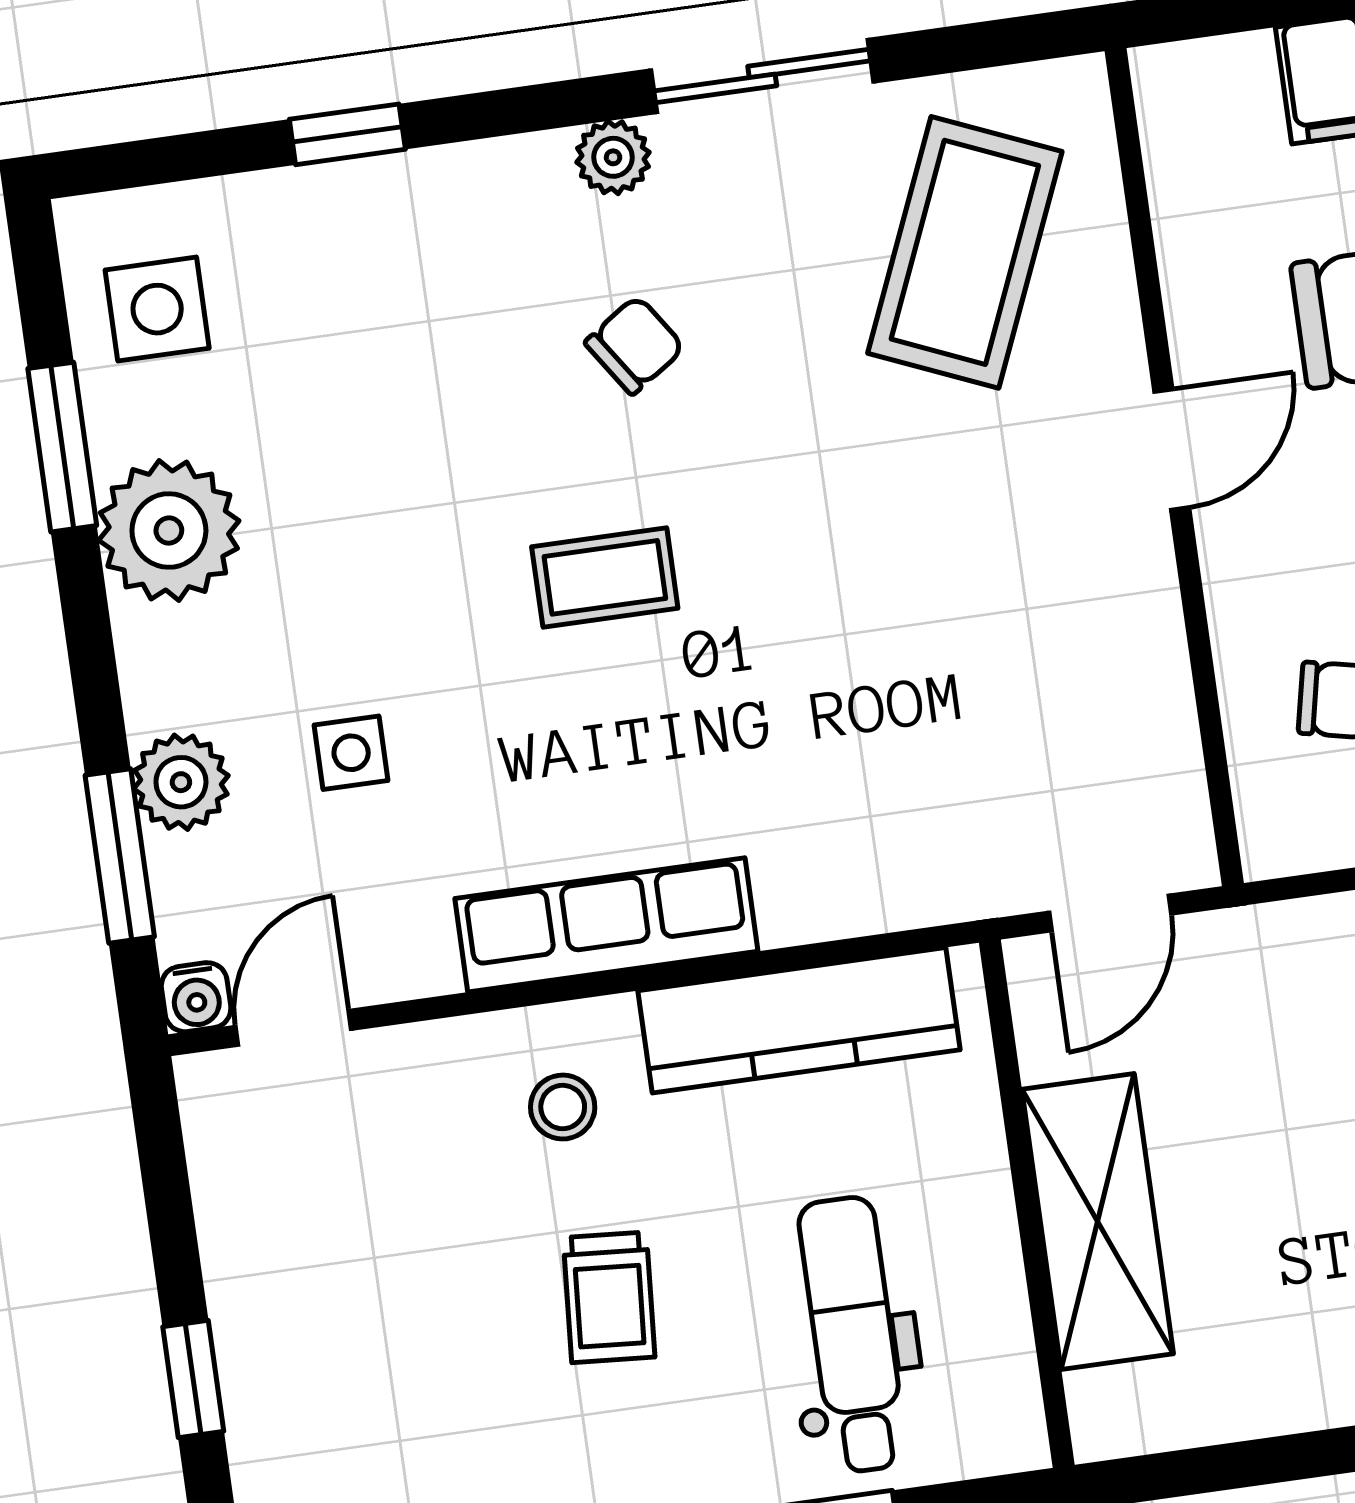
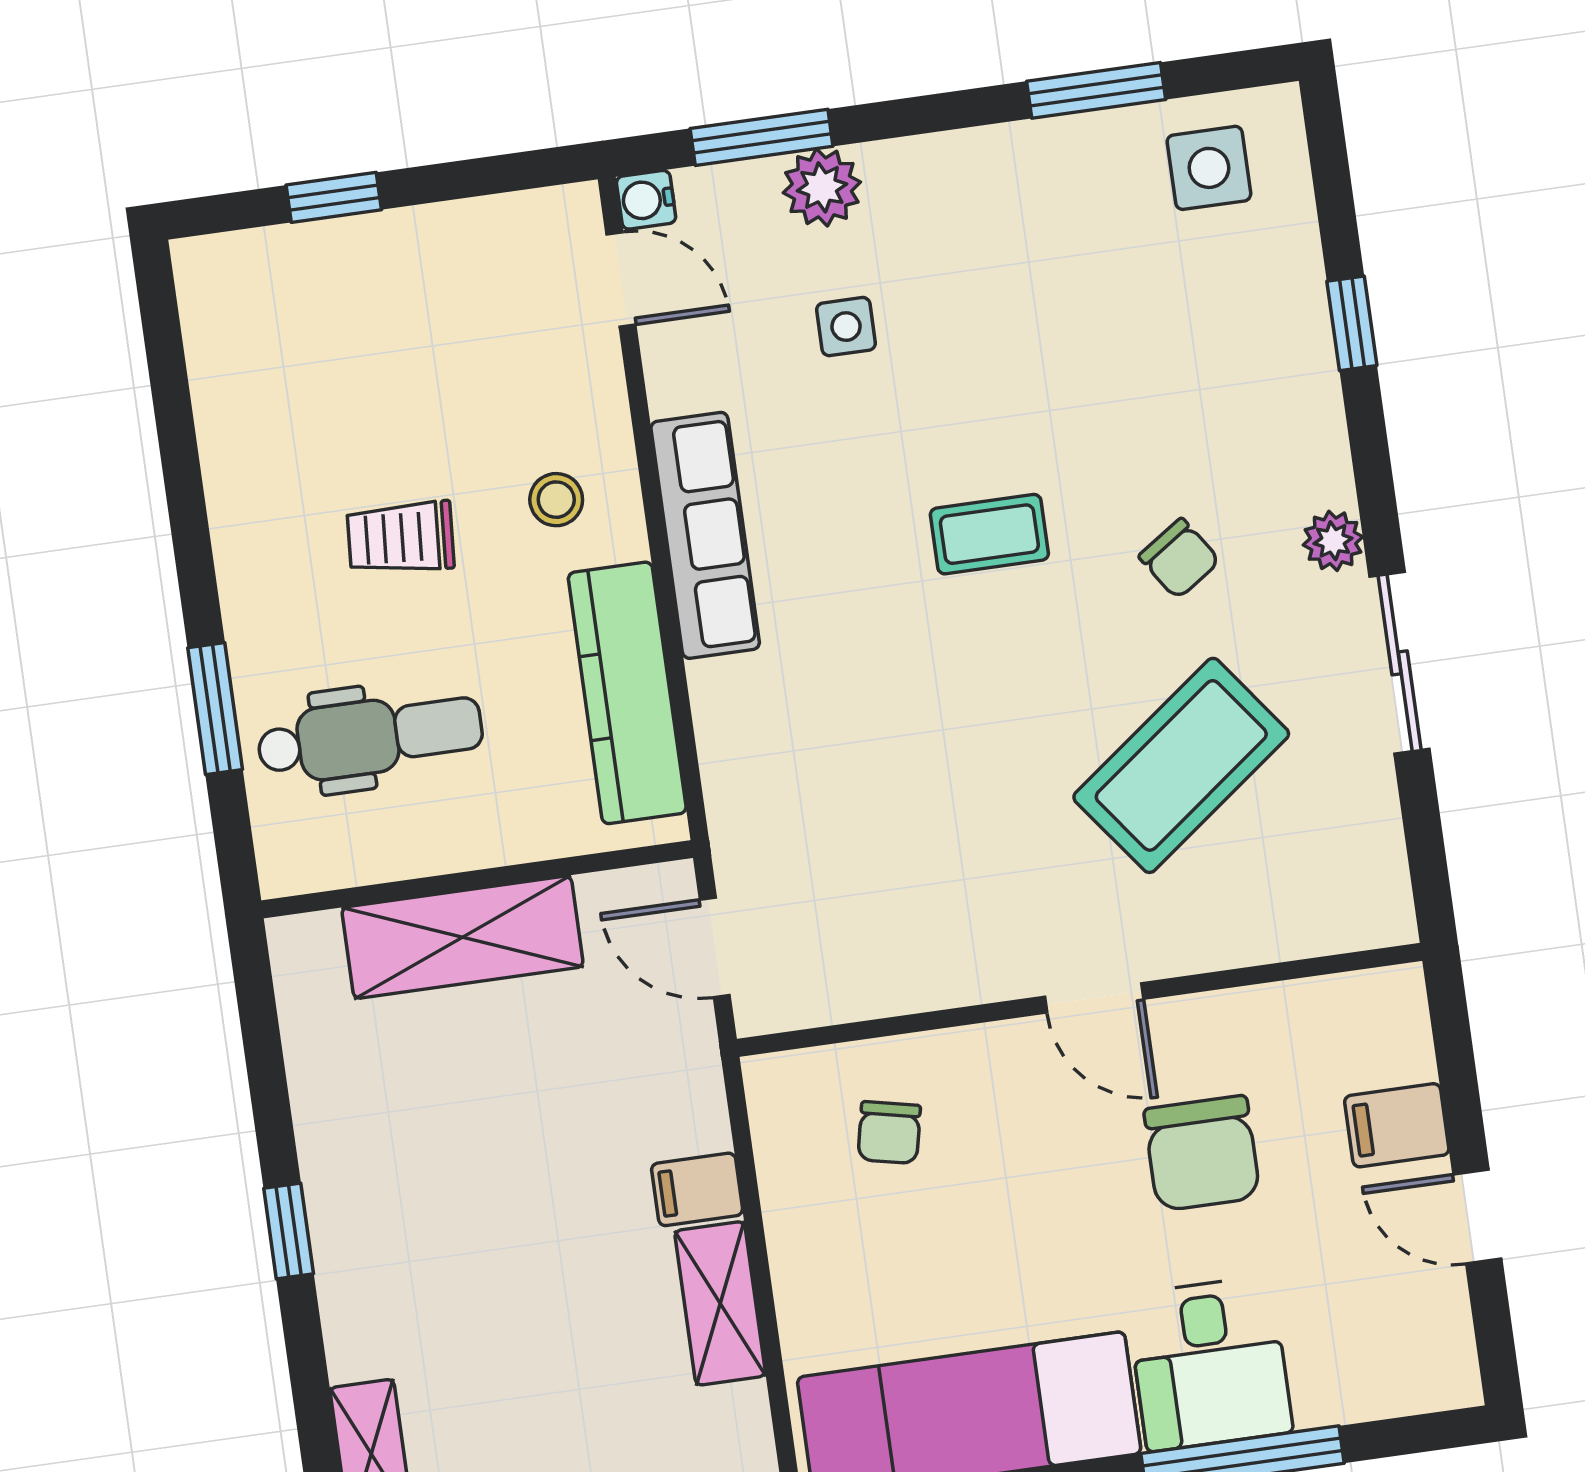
coffee table: (965, 252) -> (1181, 765), moved, turned -60
plant: (169, 530) -> (1028, 178), removed
coffee table: (605, 577) -> (989, 534), turned 90

